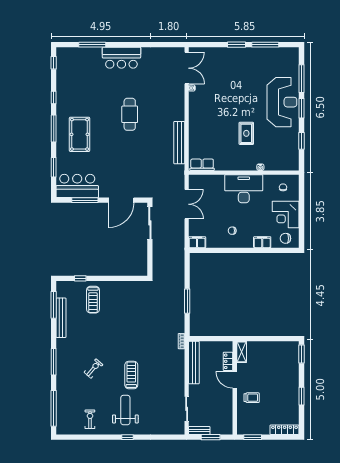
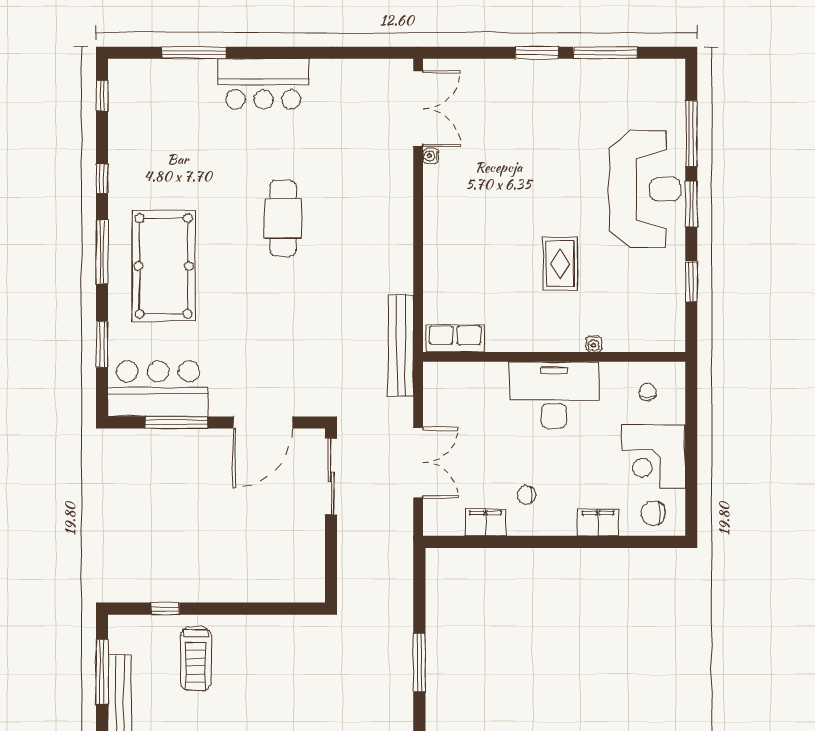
pool table: (80, 134) -> (164, 266), width x1.36, depth x1.32
bench: (179, 143) -> (401, 346), moved
double door: (187, 204) -> (418, 463), moved
filing cabinet: (197, 242) -> (486, 522), moved

